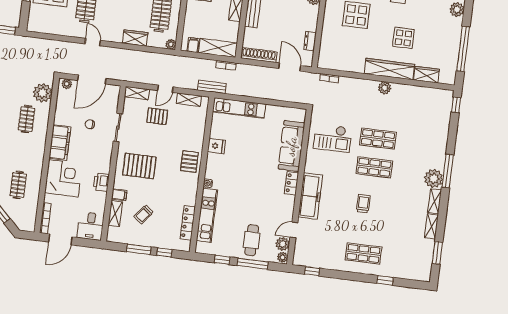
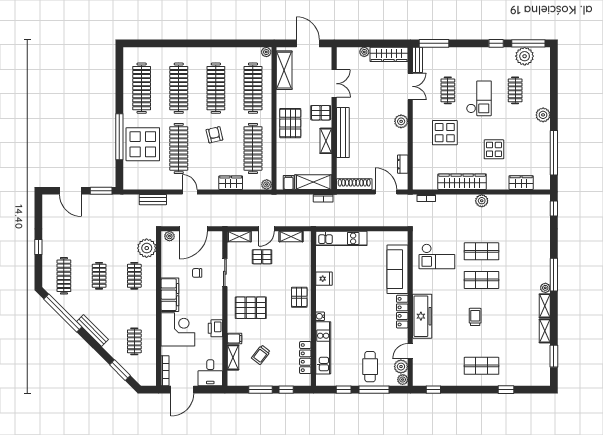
wardrobe: (389, 69) -> (462, 182), moved
bench: (212, 87) -> (153, 200), moved
plant: (434, 178) -> (545, 288), width x0.53, depth x0.53
locker: (292, 183) -> (402, 312), width x1.53

